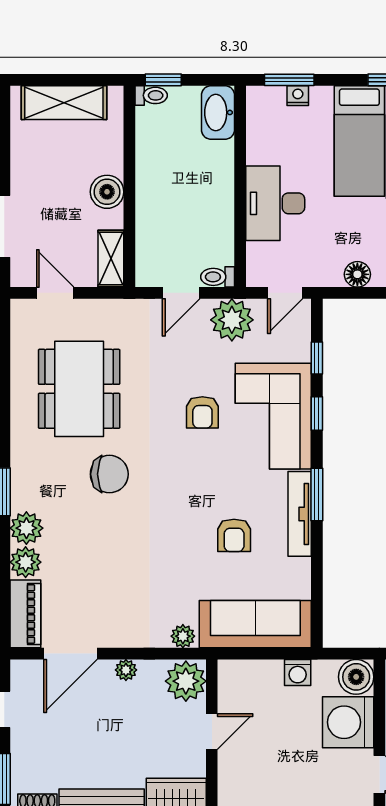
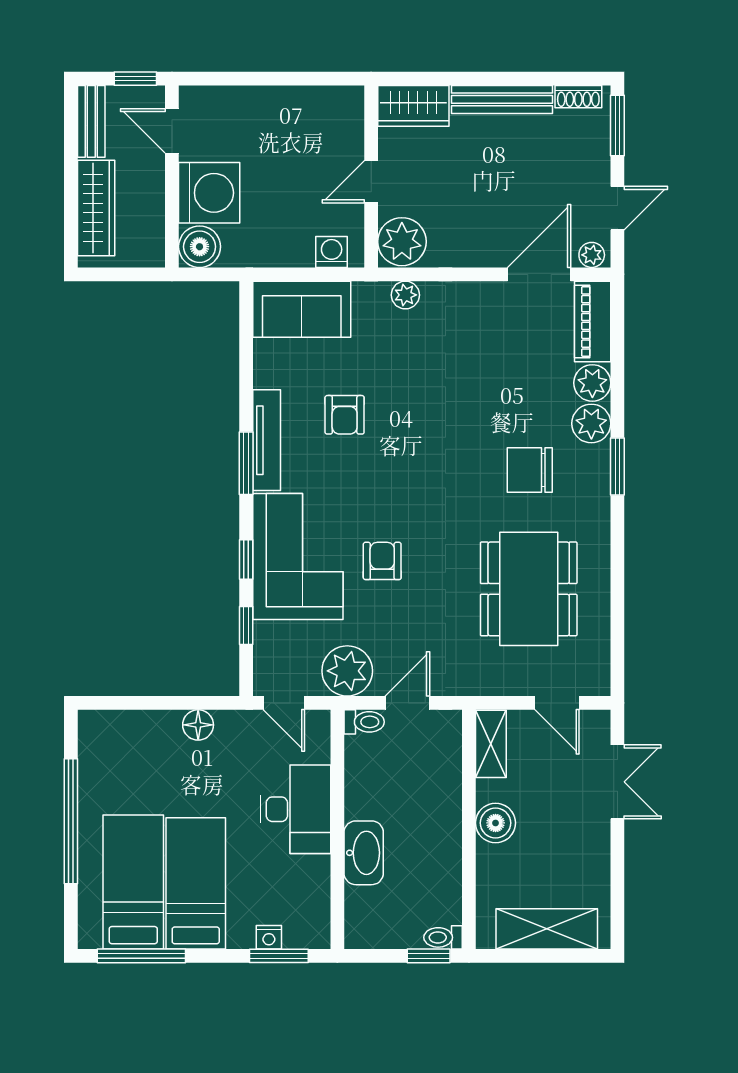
washbasin: (218, 112) -> (364, 853), moved
door: (285, 293) -> (284, 703), swing flipped
chair: (109, 474) -> (530, 470), moved
armchair: (234, 535) -> (345, 415), turned 180
sofa: (255, 624) -> (302, 309), width x0.73
plant: (126, 670) -> (592, 255), moved
washing machine: (298, 672) -> (332, 252), moved

